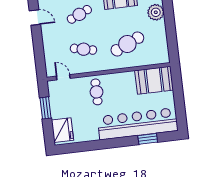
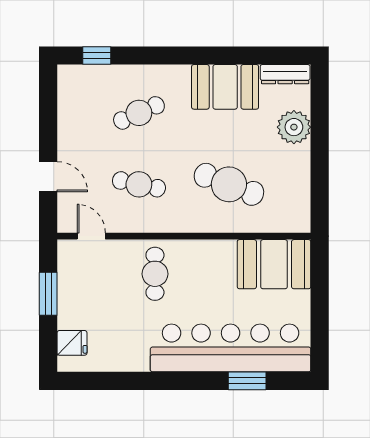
door: (35, 17) -> (48, 177), moved
cafe table: (127, 44) -> (229, 184), turned 45
fridge: (62, 130) -> (72, 343), width x0.53, depth x0.75

